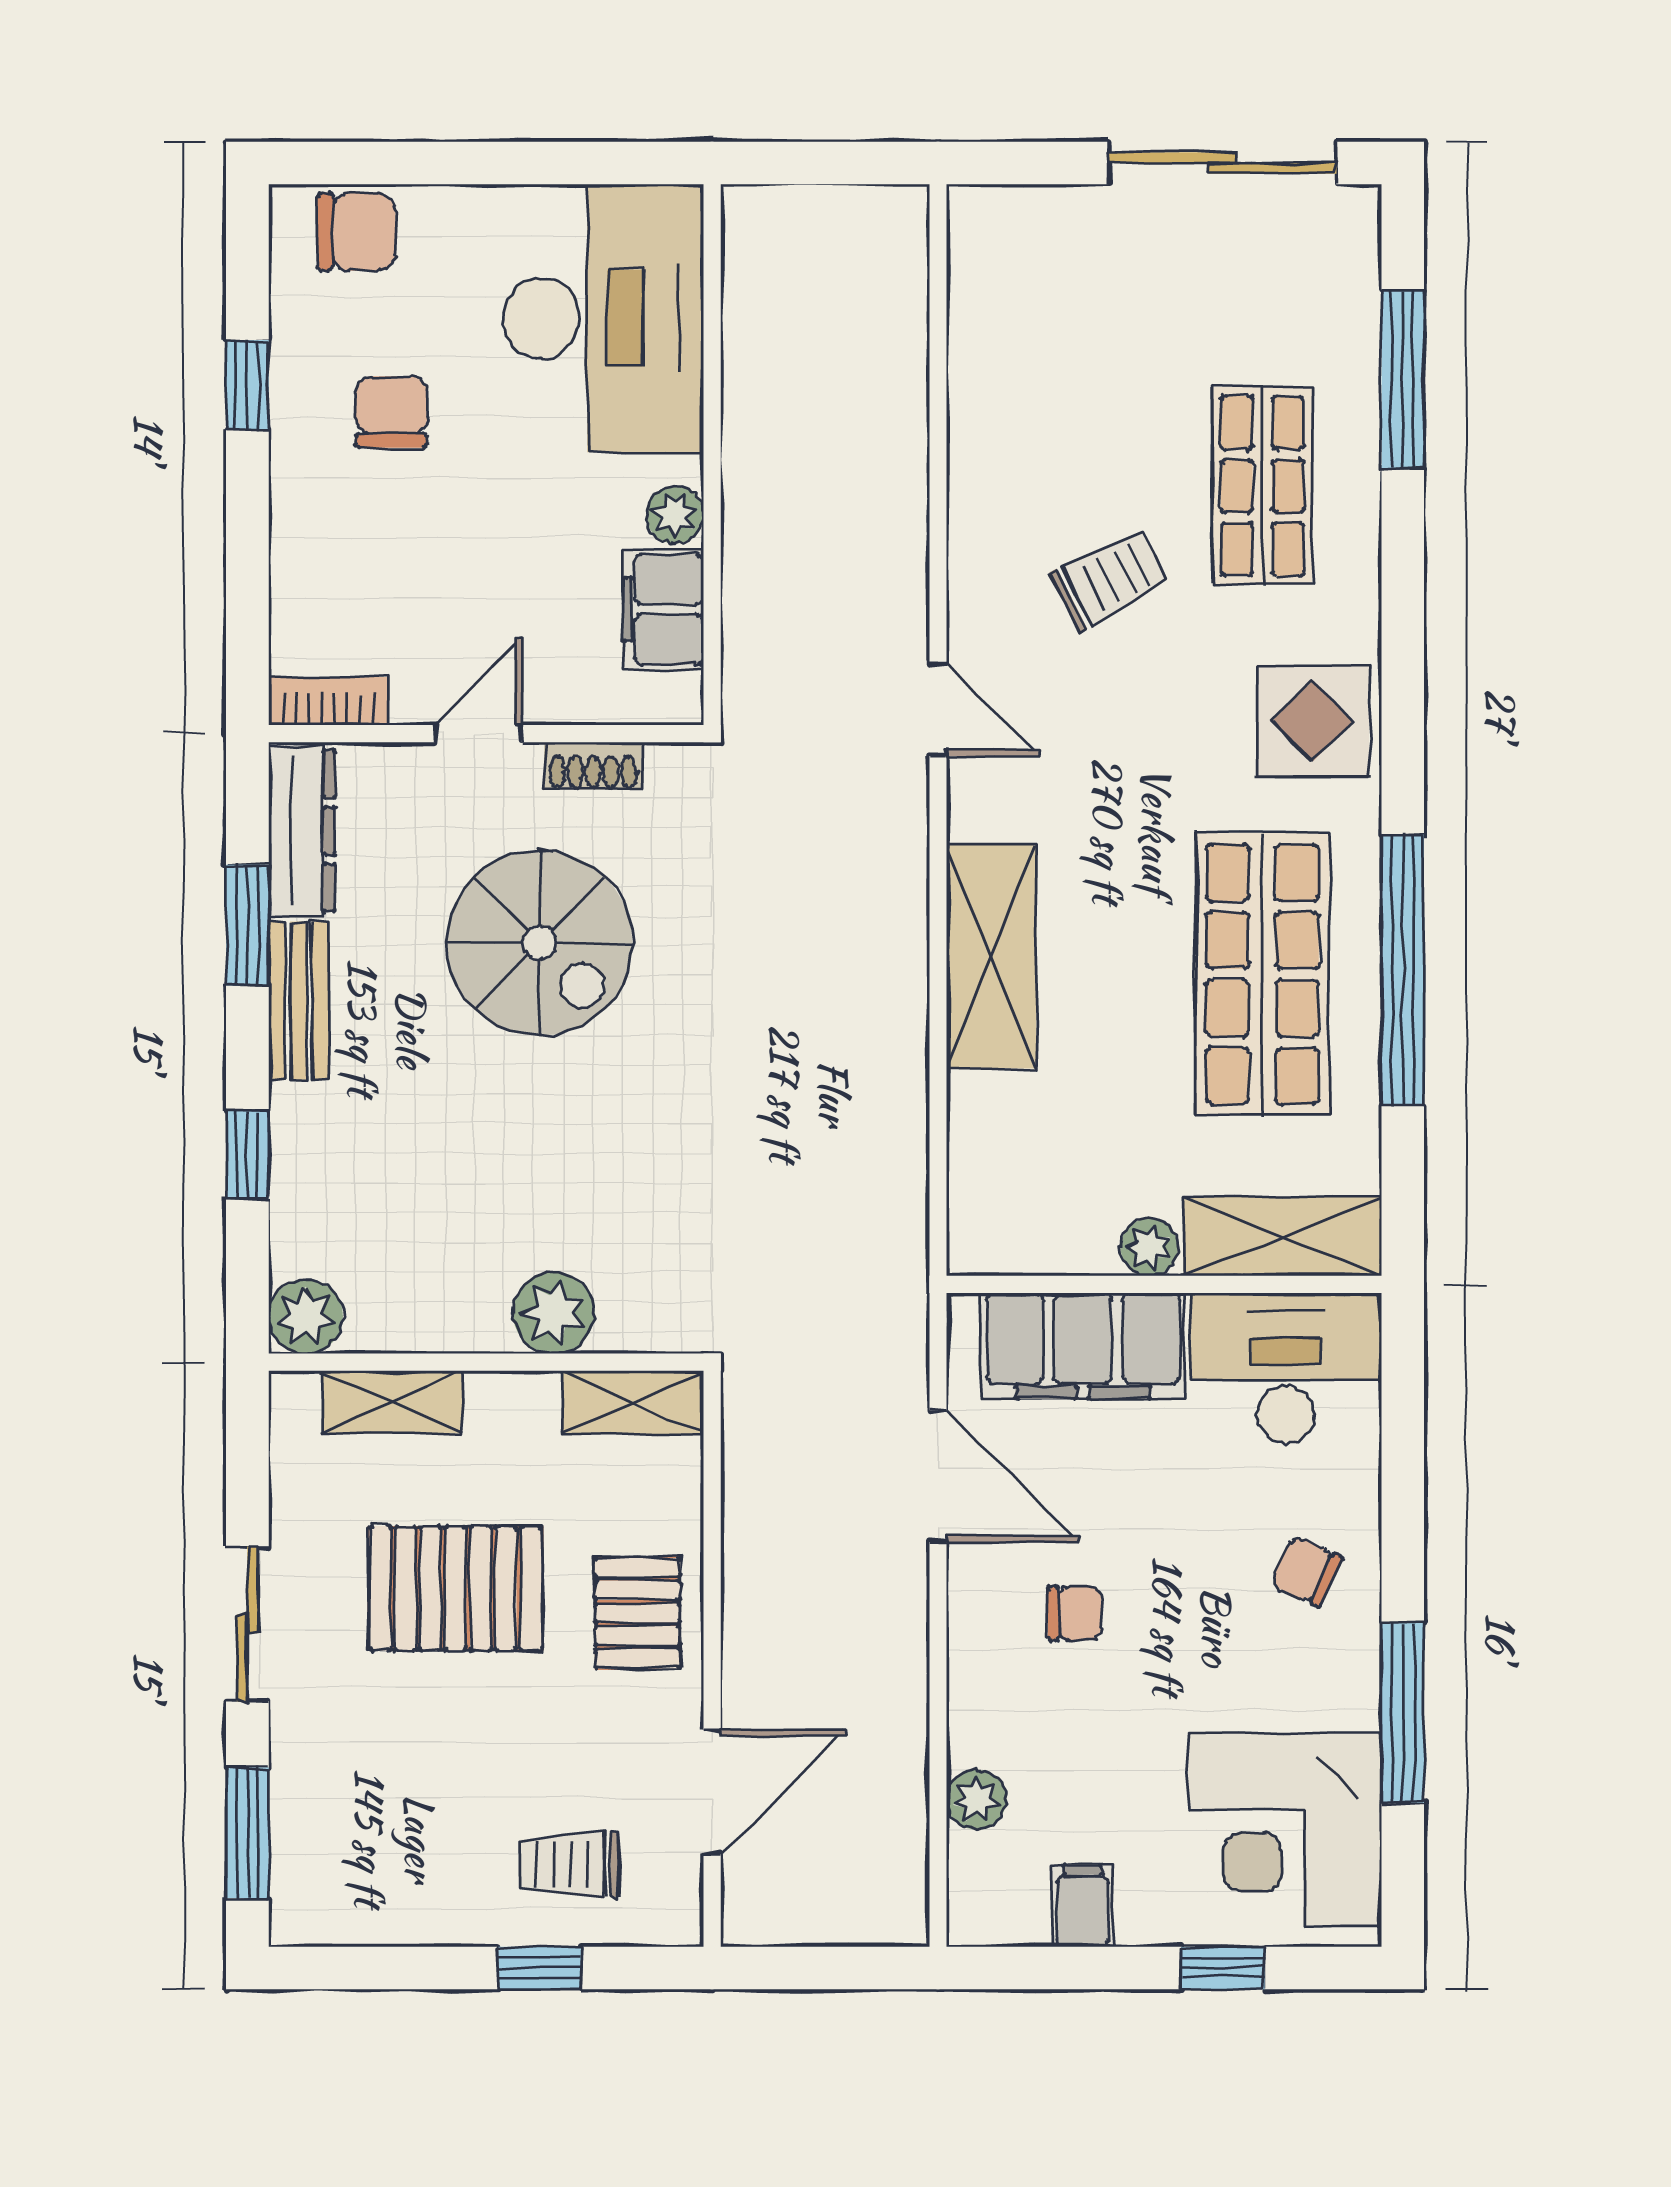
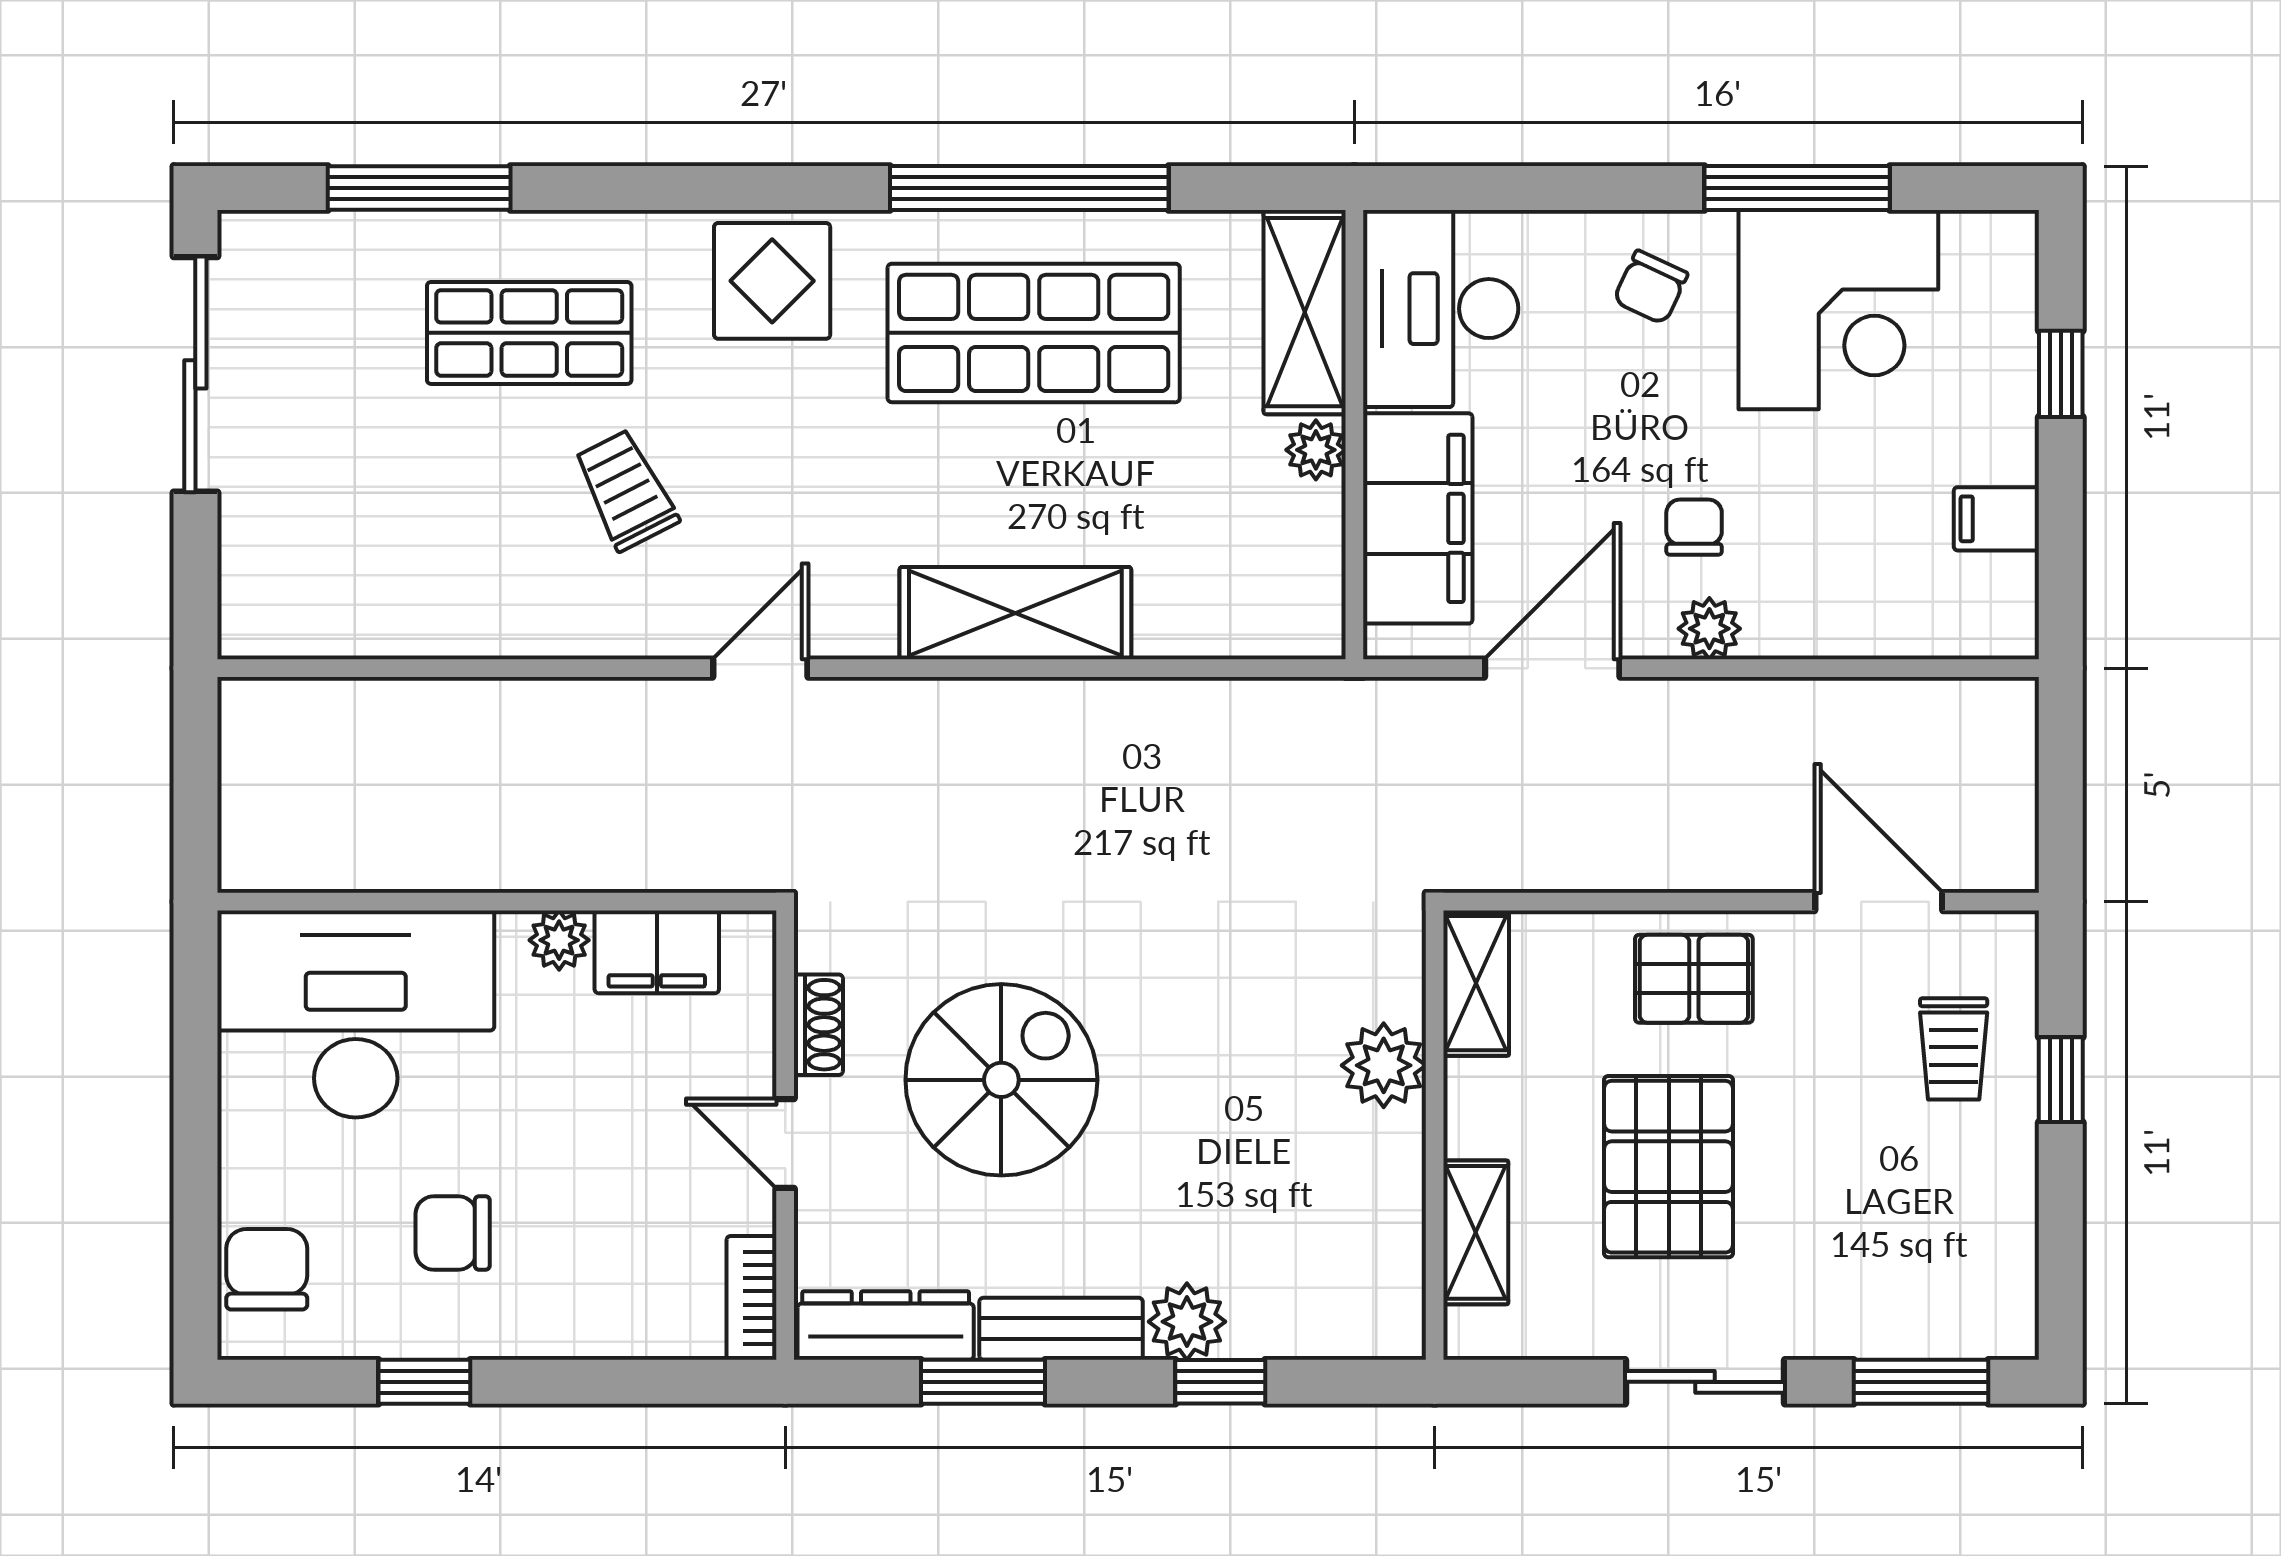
plant: (306, 1316) -> (1187, 1322), moved
plant: (976, 1800) -> (1709, 629), moved
corner desk: (1285, 1829) -> (1838, 310), moved

